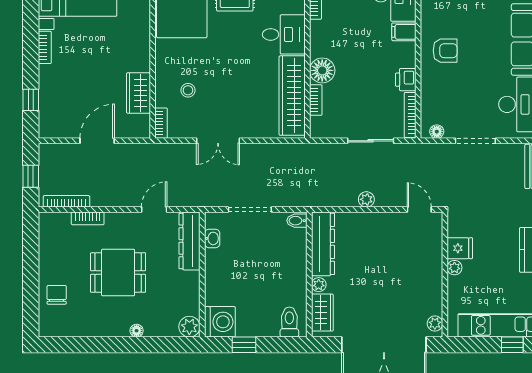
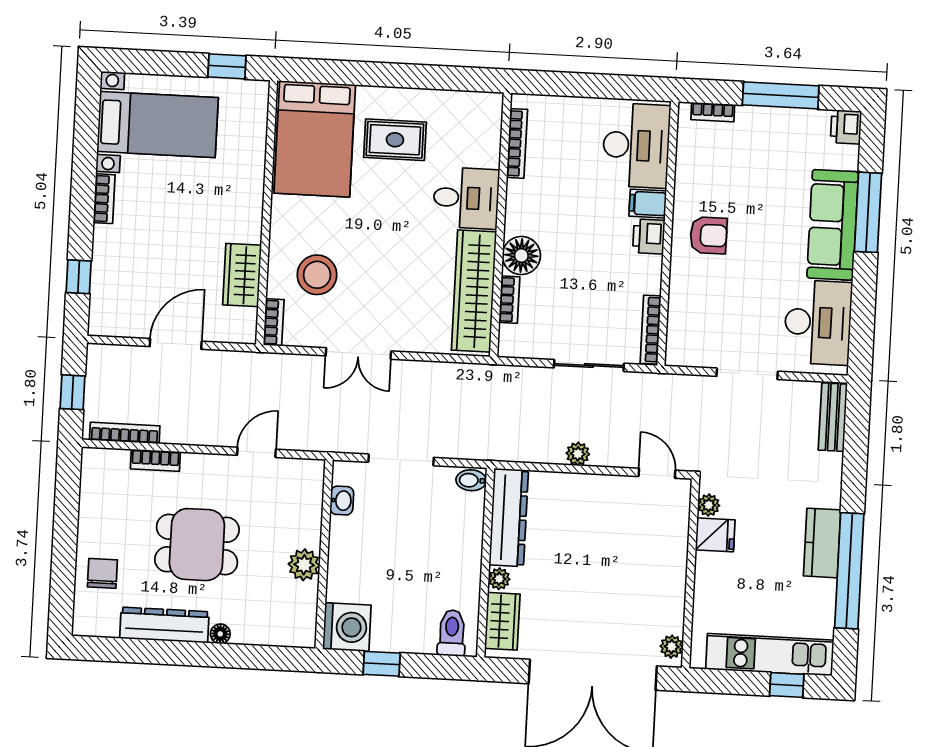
printer: (406, 80) -> (649, 236), moved
stool: (188, 90) -> (317, 275), width x1.89, depth x1.89
floor lamp: (437, 132) -> (690, 357), removed
dresser: (190, 241) -> (164, 625), moved, turned 90
plant: (454, 268) -> (709, 505), moved
plant: (189, 327) -> (304, 565), moved

